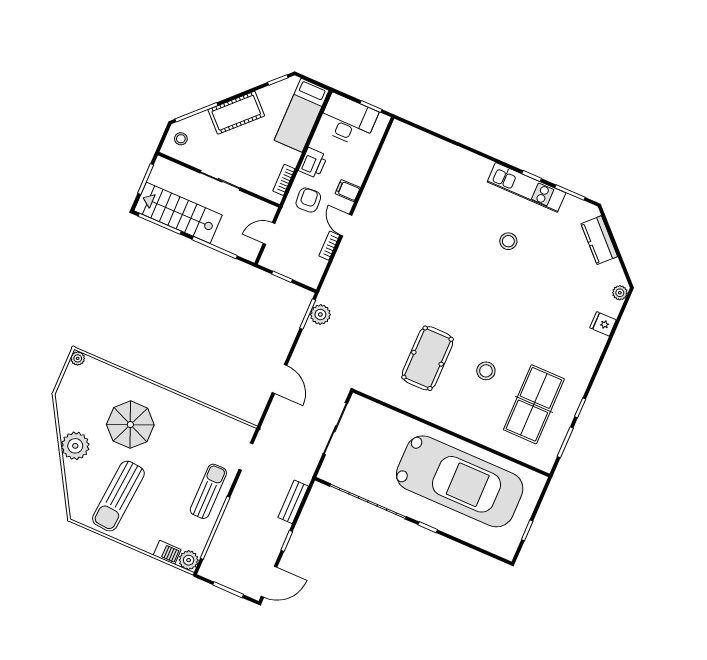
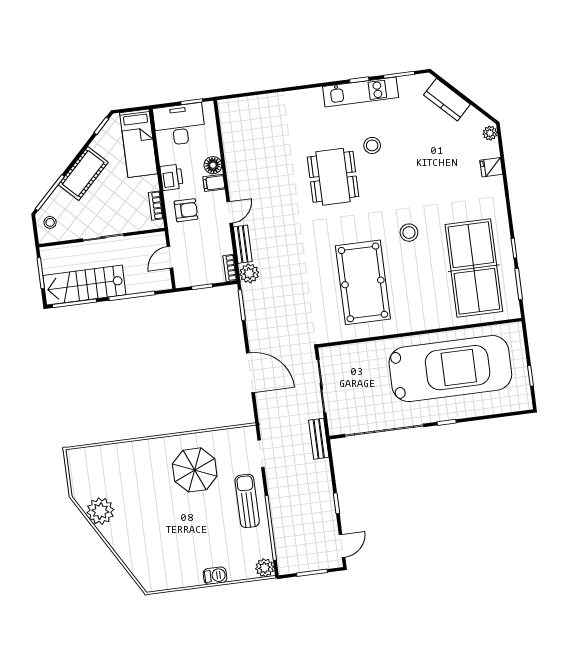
floor lamp: (356, 174) -> (213, 165), added
armchair: (308, 200) -> (186, 210), turned 94
door: (346, 225) -> (230, 212), swing flipped
bookcase: (329, 246) -> (230, 268), moved
dining table: (457, 248) -> (333, 177), added
bench: (341, 260) -> (243, 244), added
plant: (320, 314) -> (249, 273), moved
plant: (78, 358) -> (73, 455), removed
pool table: (428, 358) -> (363, 282), width x1.36, depth x1.32
stool: (486, 371) -> (409, 233), moved
door: (279, 379) -> (250, 373), width x1.36
table tennis table: (534, 404) -> (474, 268), width x1.36, depth x1.32
parasol: (130, 425) -> (195, 470), moved
plant: (75, 446) -> (100, 511), moved
sun lounger: (118, 496) -> (175, 549), removed
bench: (293, 502) -> (319, 439), moved
barbecue: (167, 552) -> (215, 576), moved
door: (269, 582) -> (342, 546), width x0.73

